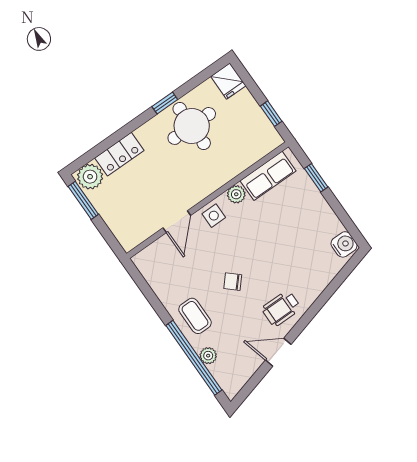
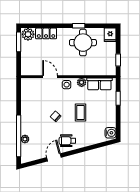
door: (177, 222) -> (50, 77), swing flipped
coffee table: (195, 316) -> (81, 113), moved
door: (278, 352) -> (54, 157), hinge flipped

